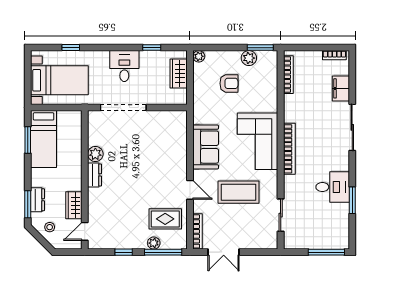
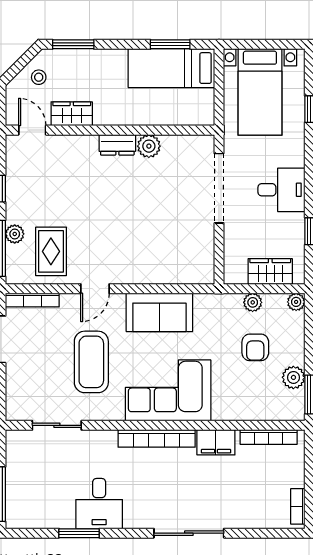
plant: (199, 85) -> (253, 302), added
filing cabinet: (341, 88) -> (216, 442), moved, turned 180
dresser: (37, 200) -> (80, 59), removed

